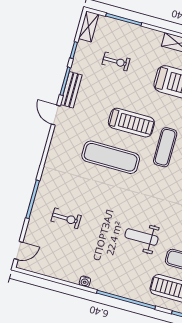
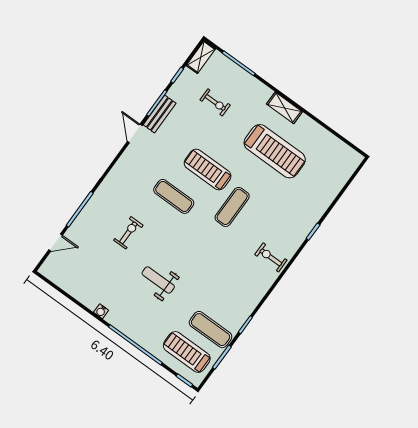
treadmill: (131, 123) -> (208, 169), turned 180
exercise mat: (111, 157) -> (174, 196), width x0.73, depth x0.69
exercise bike: (66, 218) -> (128, 233), moved, turned -91
weight bench: (141, 237) -> (158, 280), moved
door: (19, 251) -> (56, 242), moved

